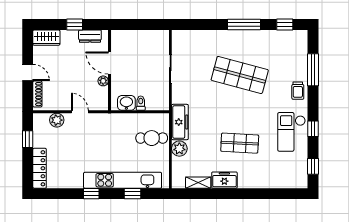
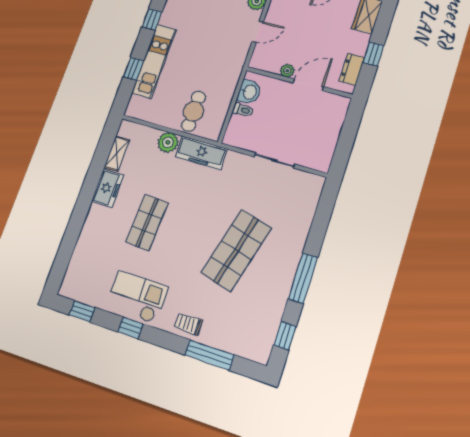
kitchen unit: (123, 180) -> (154, 61), width x0.73

